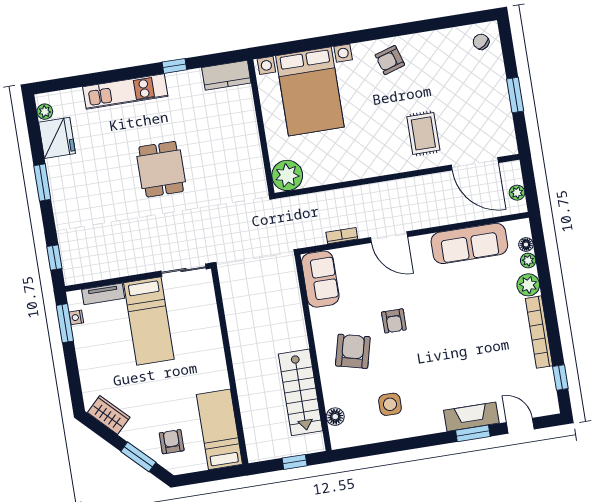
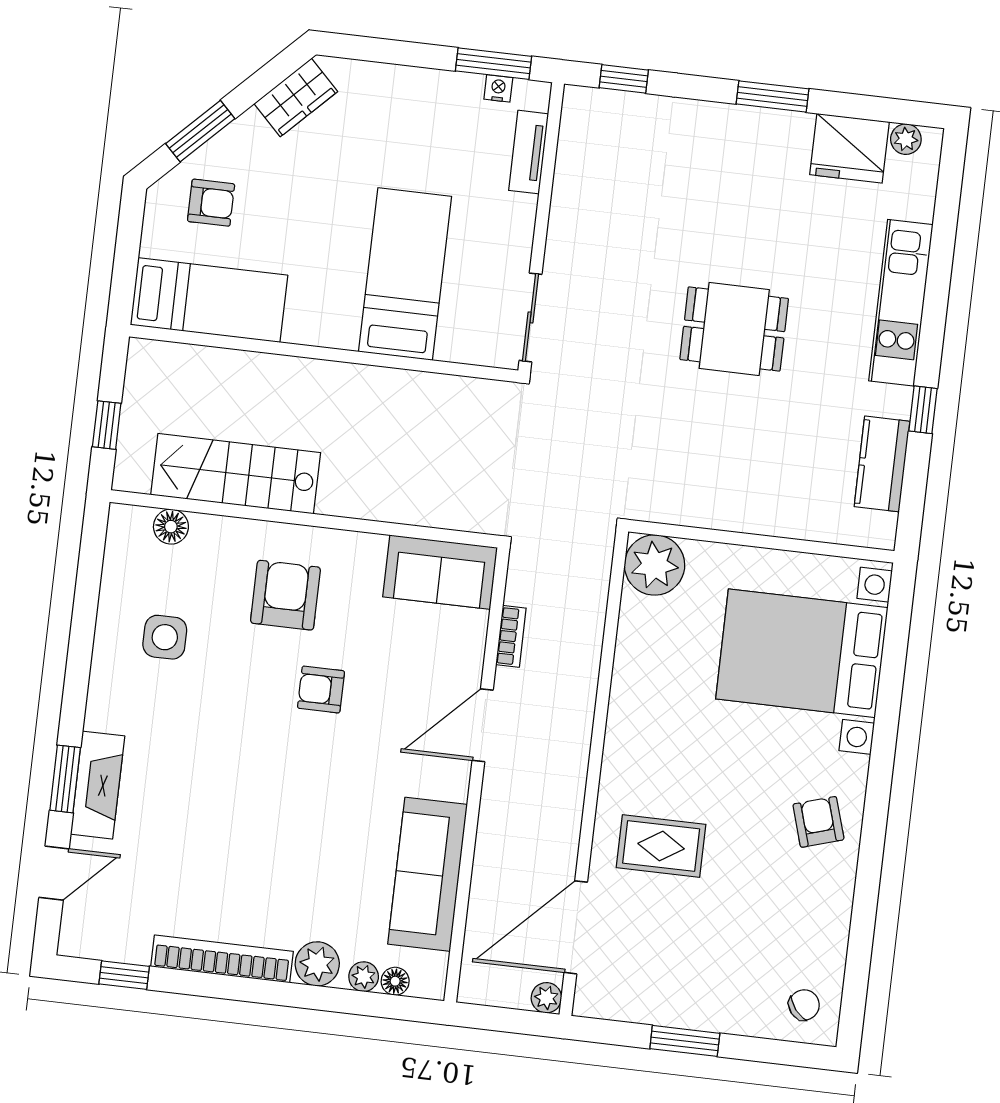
kitchen counter: (226, 75) -> (882, 464), moved
plant: (517, 193) -> (546, 998), moved
bed: (149, 321) -> (405, 274), moved, turned 90
armchair: (353, 351) -> (285, 595), turned -104

